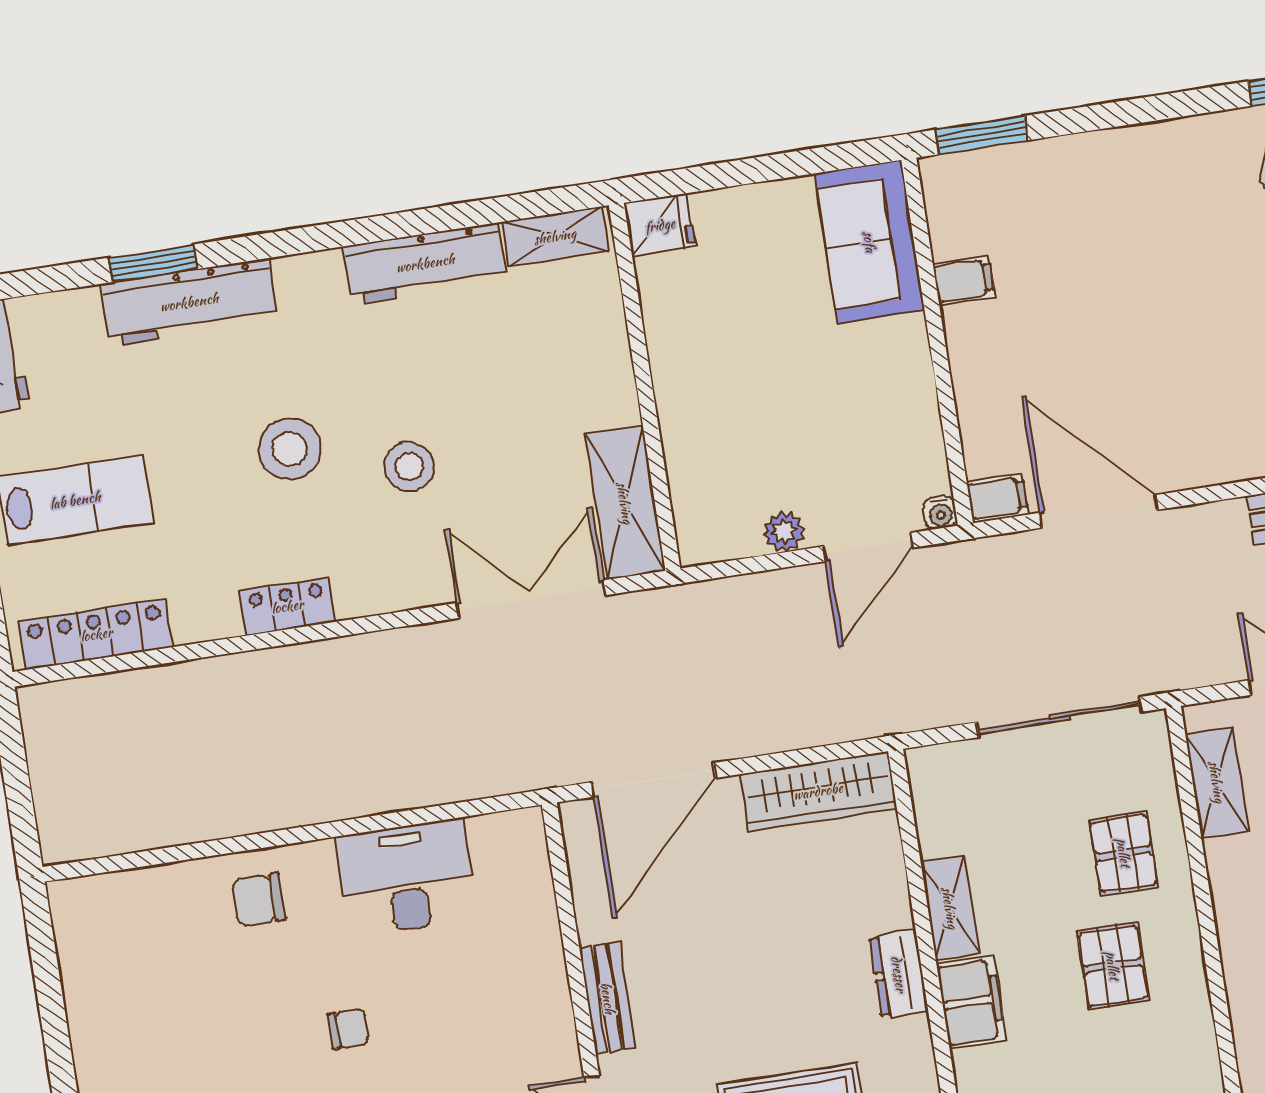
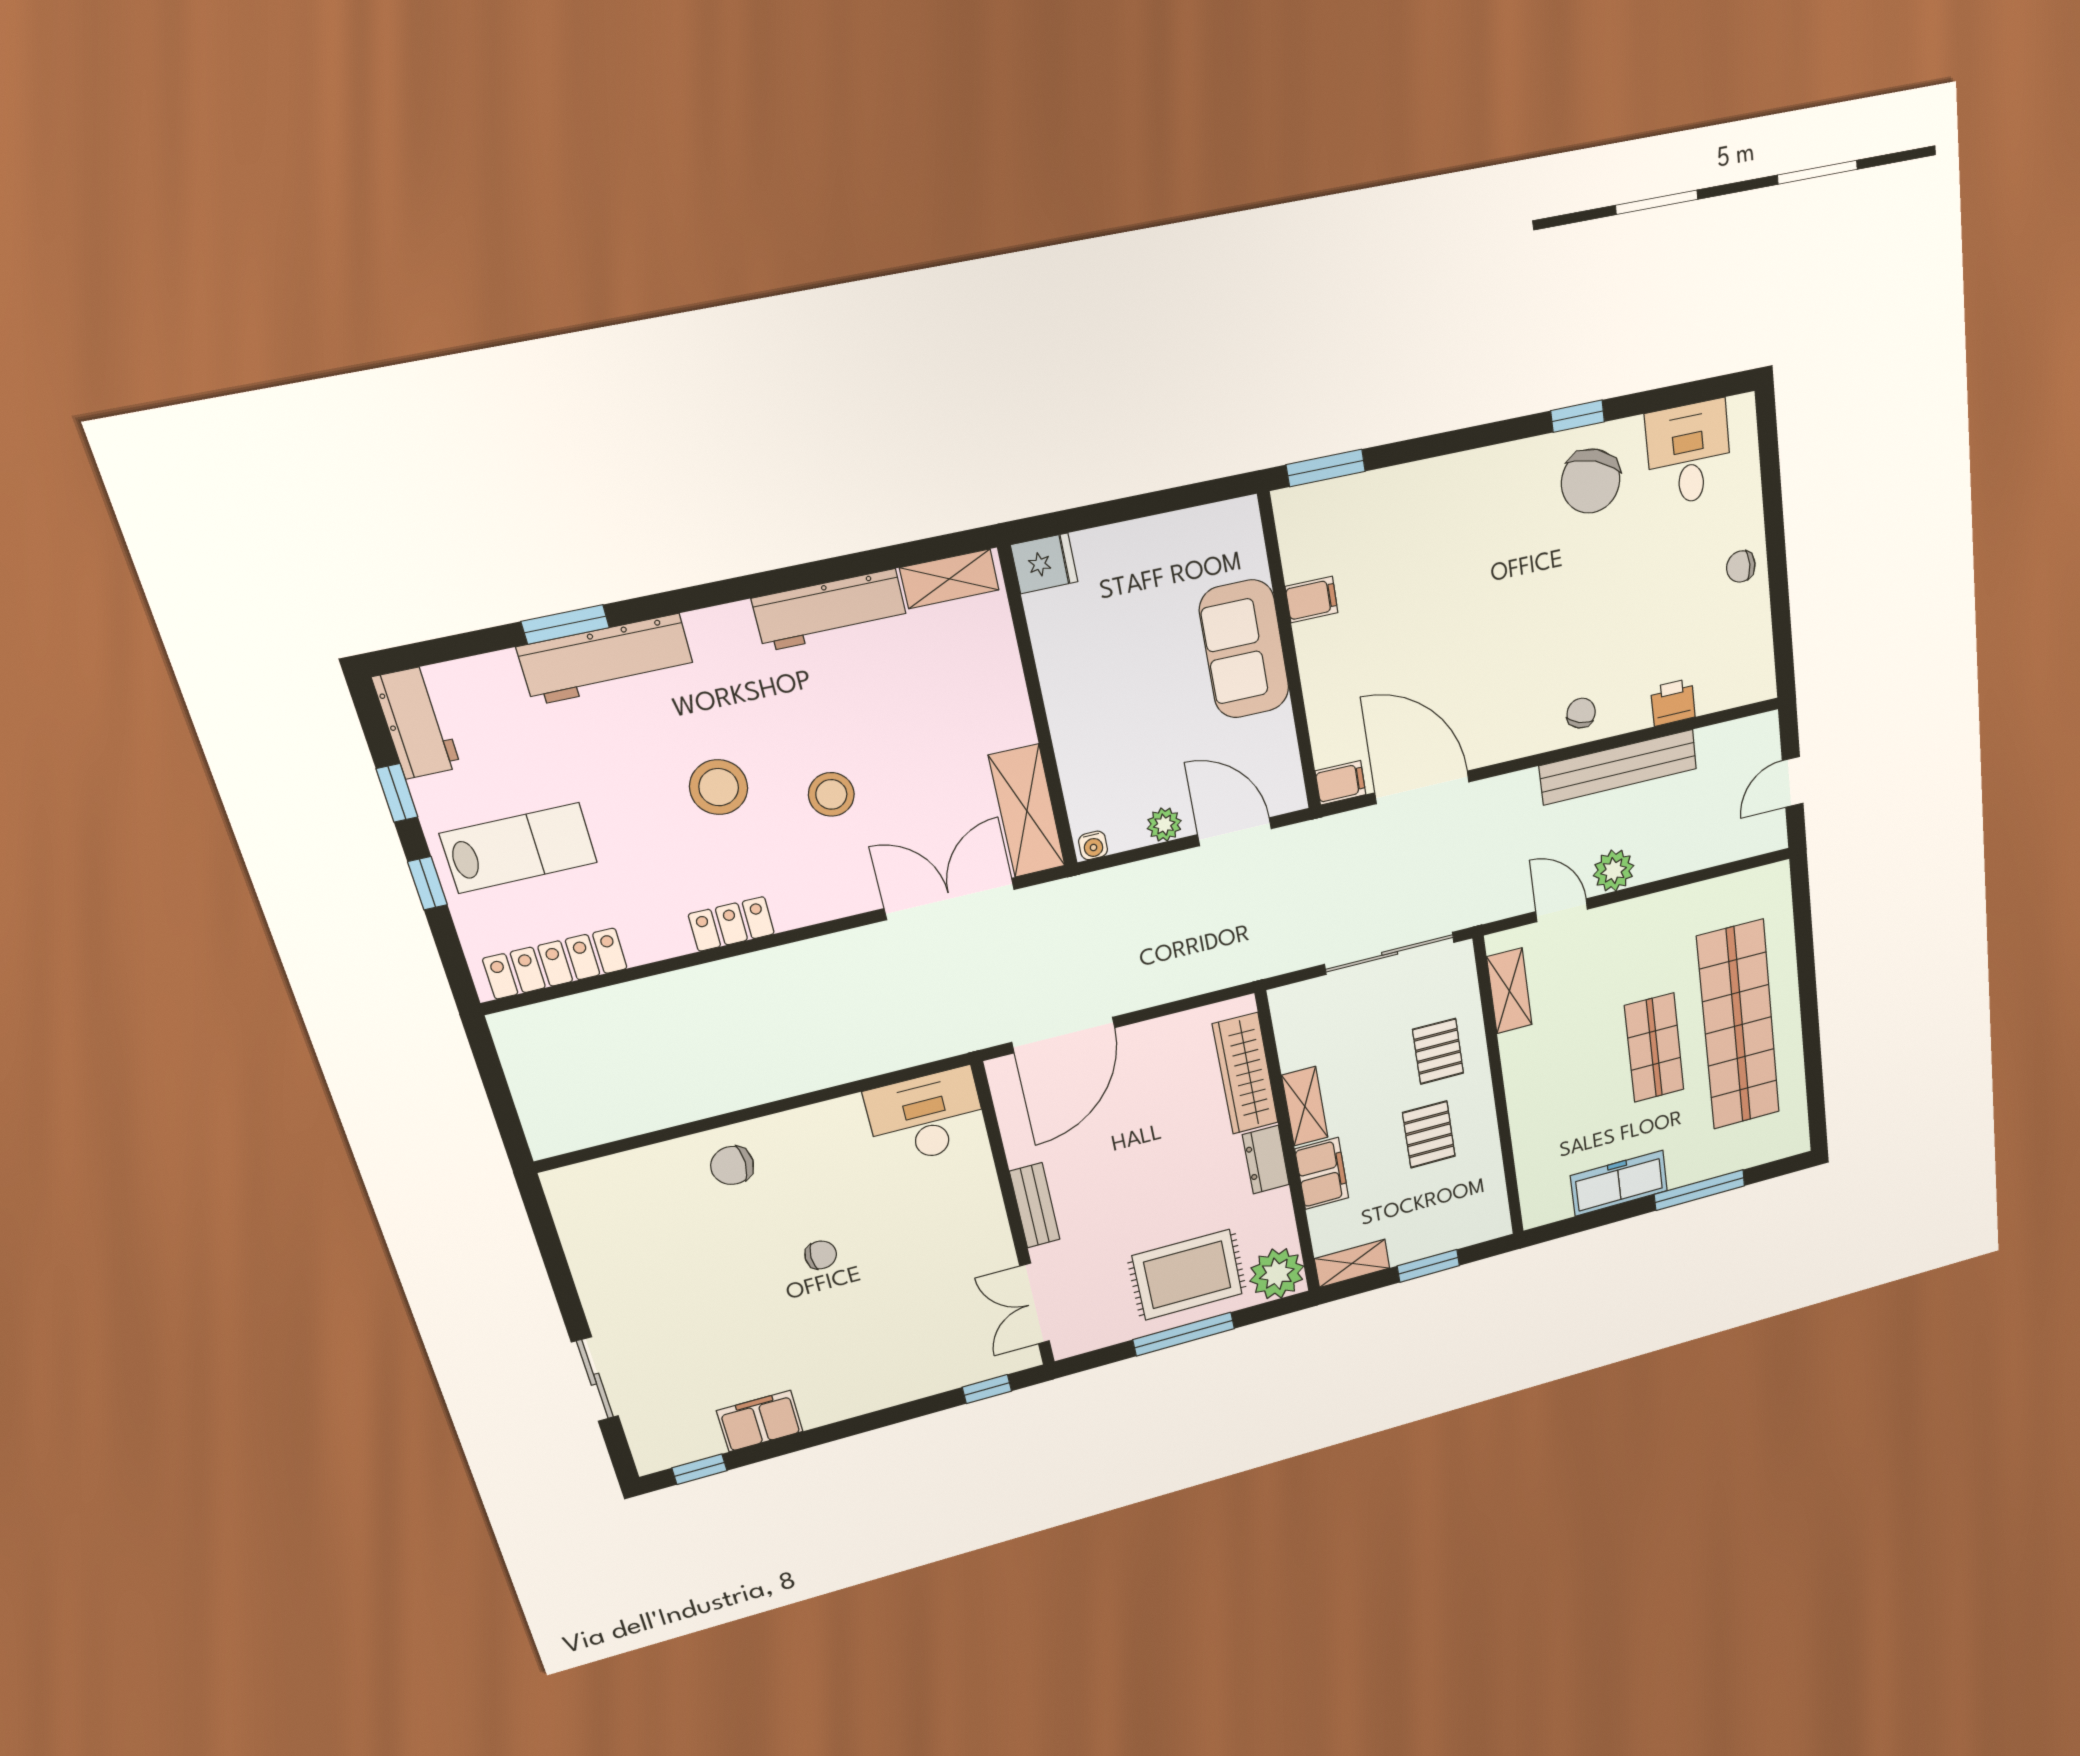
sofa: (870, 242) -> (1244, 649), moved
water cooler: (940, 512) -> (1093, 845), moved
door: (868, 547) -> (1235, 832), swing flipped
wardrobe: (818, 791) -> (1245, 1074), moved, turned 90
desk: (406, 878) -> (926, 1117), moved

